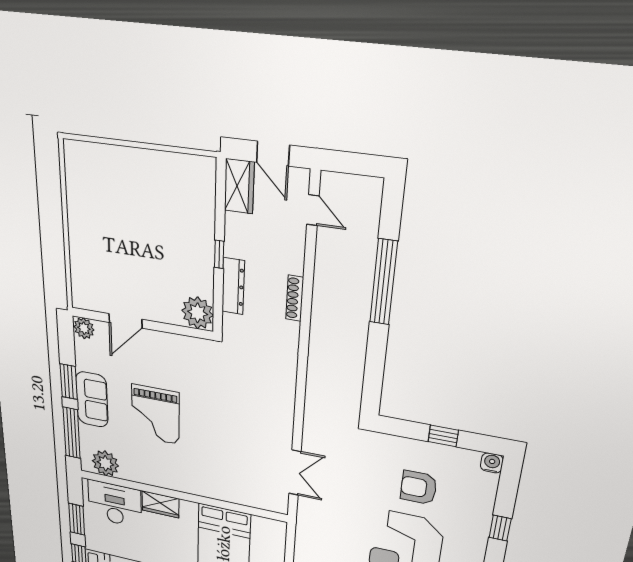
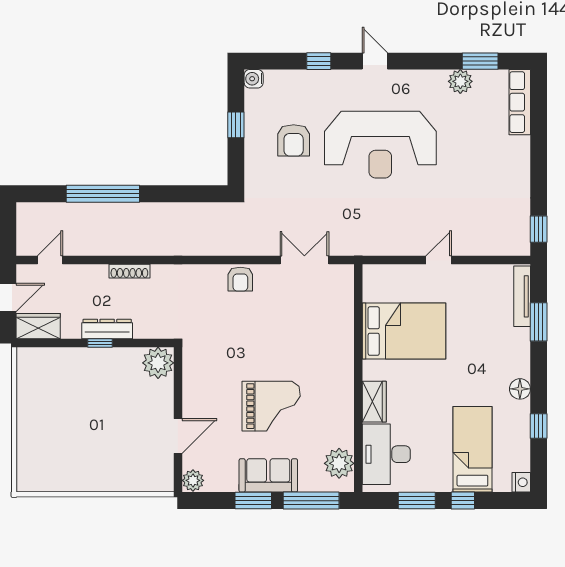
dresser: (233, 286) -> (107, 329), moved
door: (126, 321) -> (178, 436), hinge flipped
armchair: (280, 409) -> (240, 279), added

